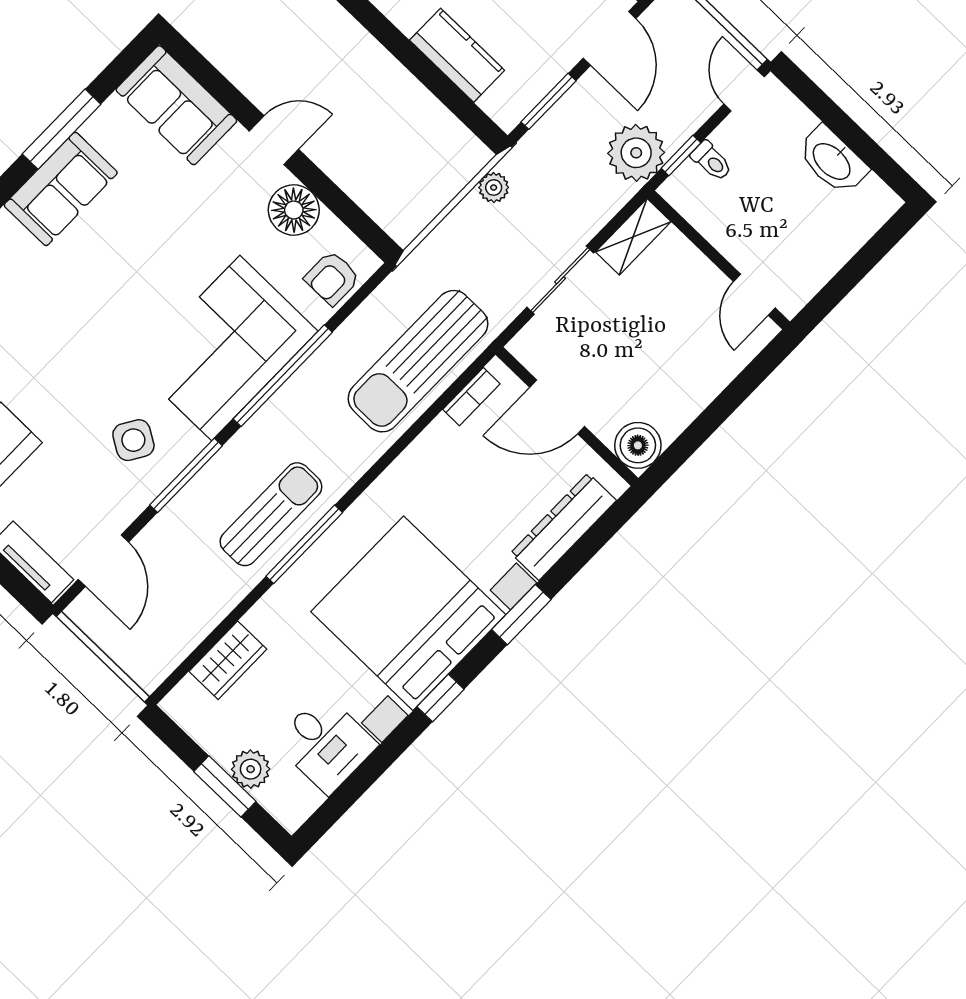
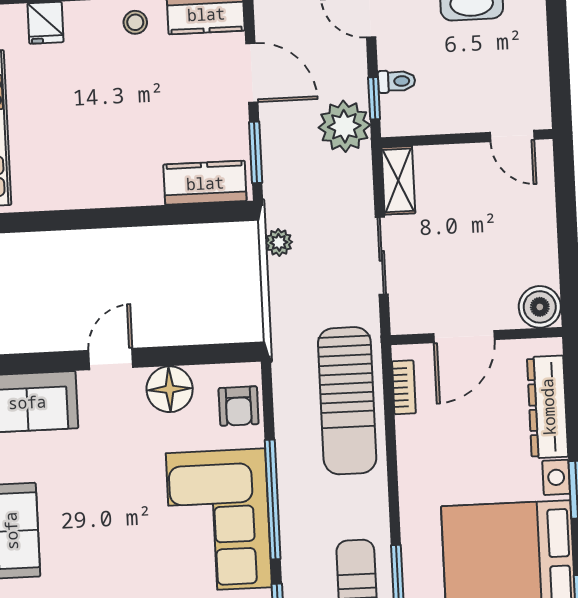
kitchen counter: (457, 55) -> (205, 183), moved

